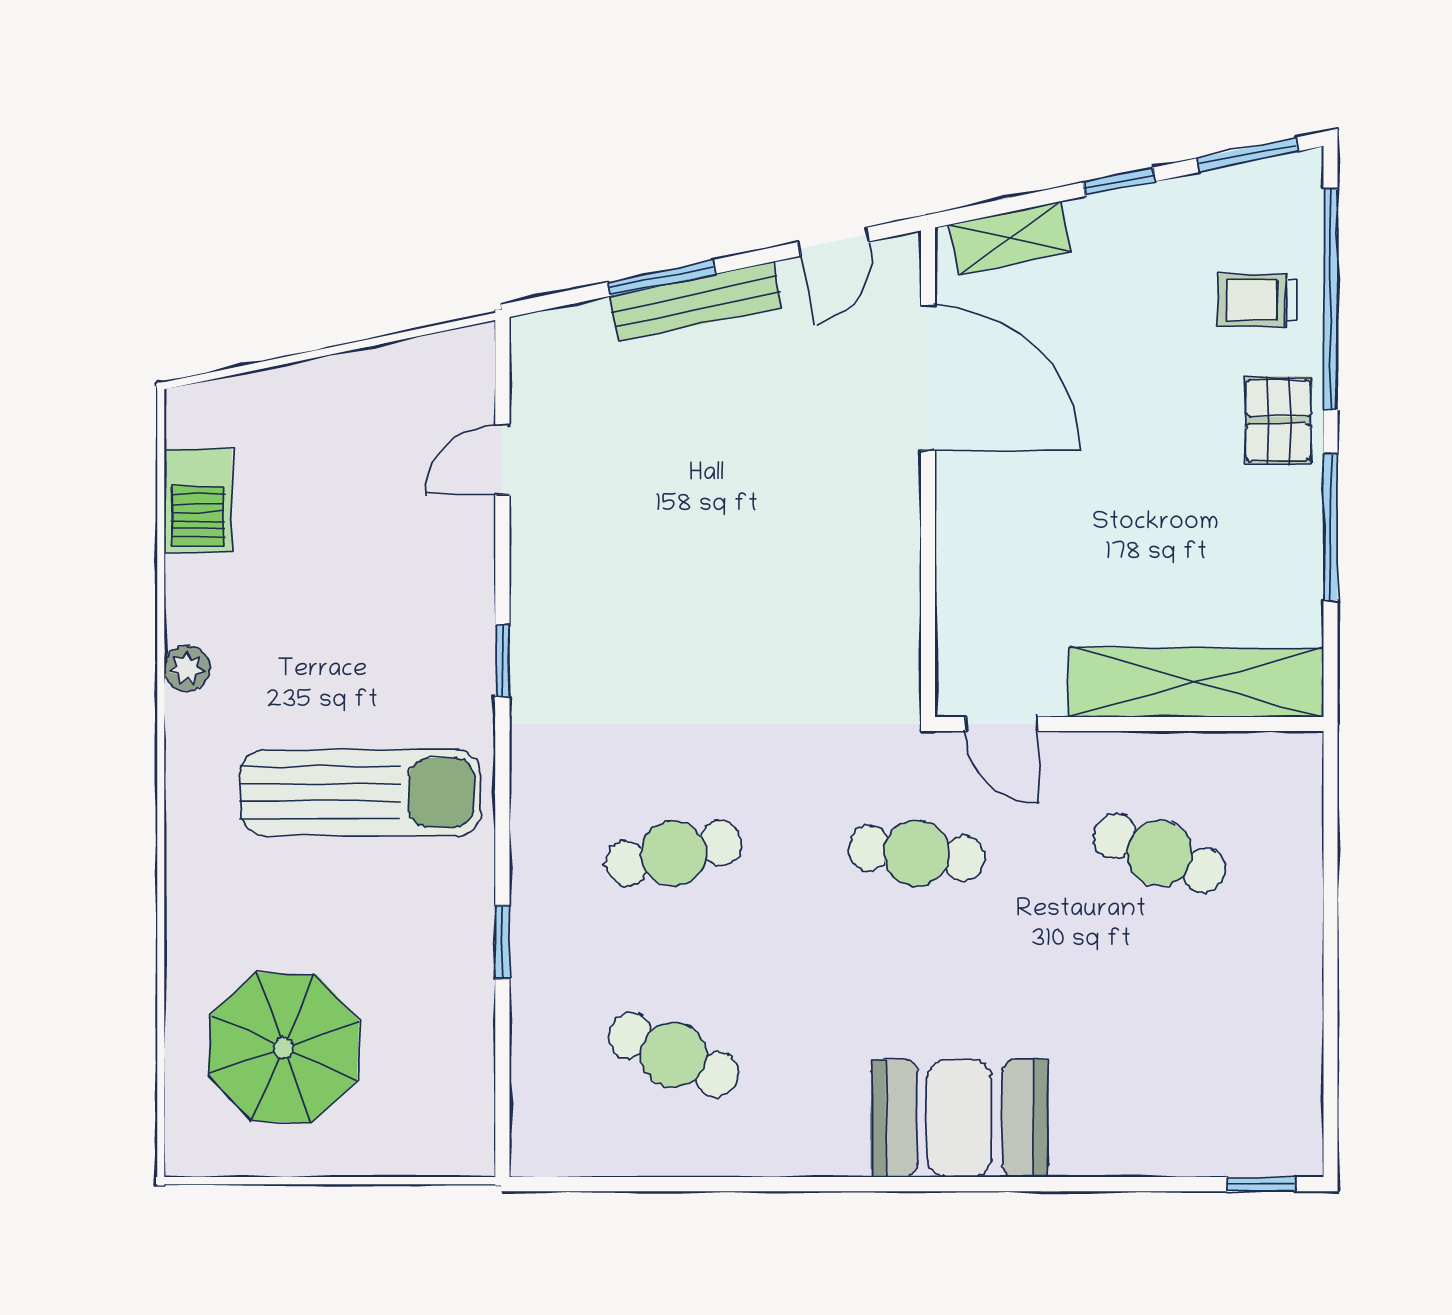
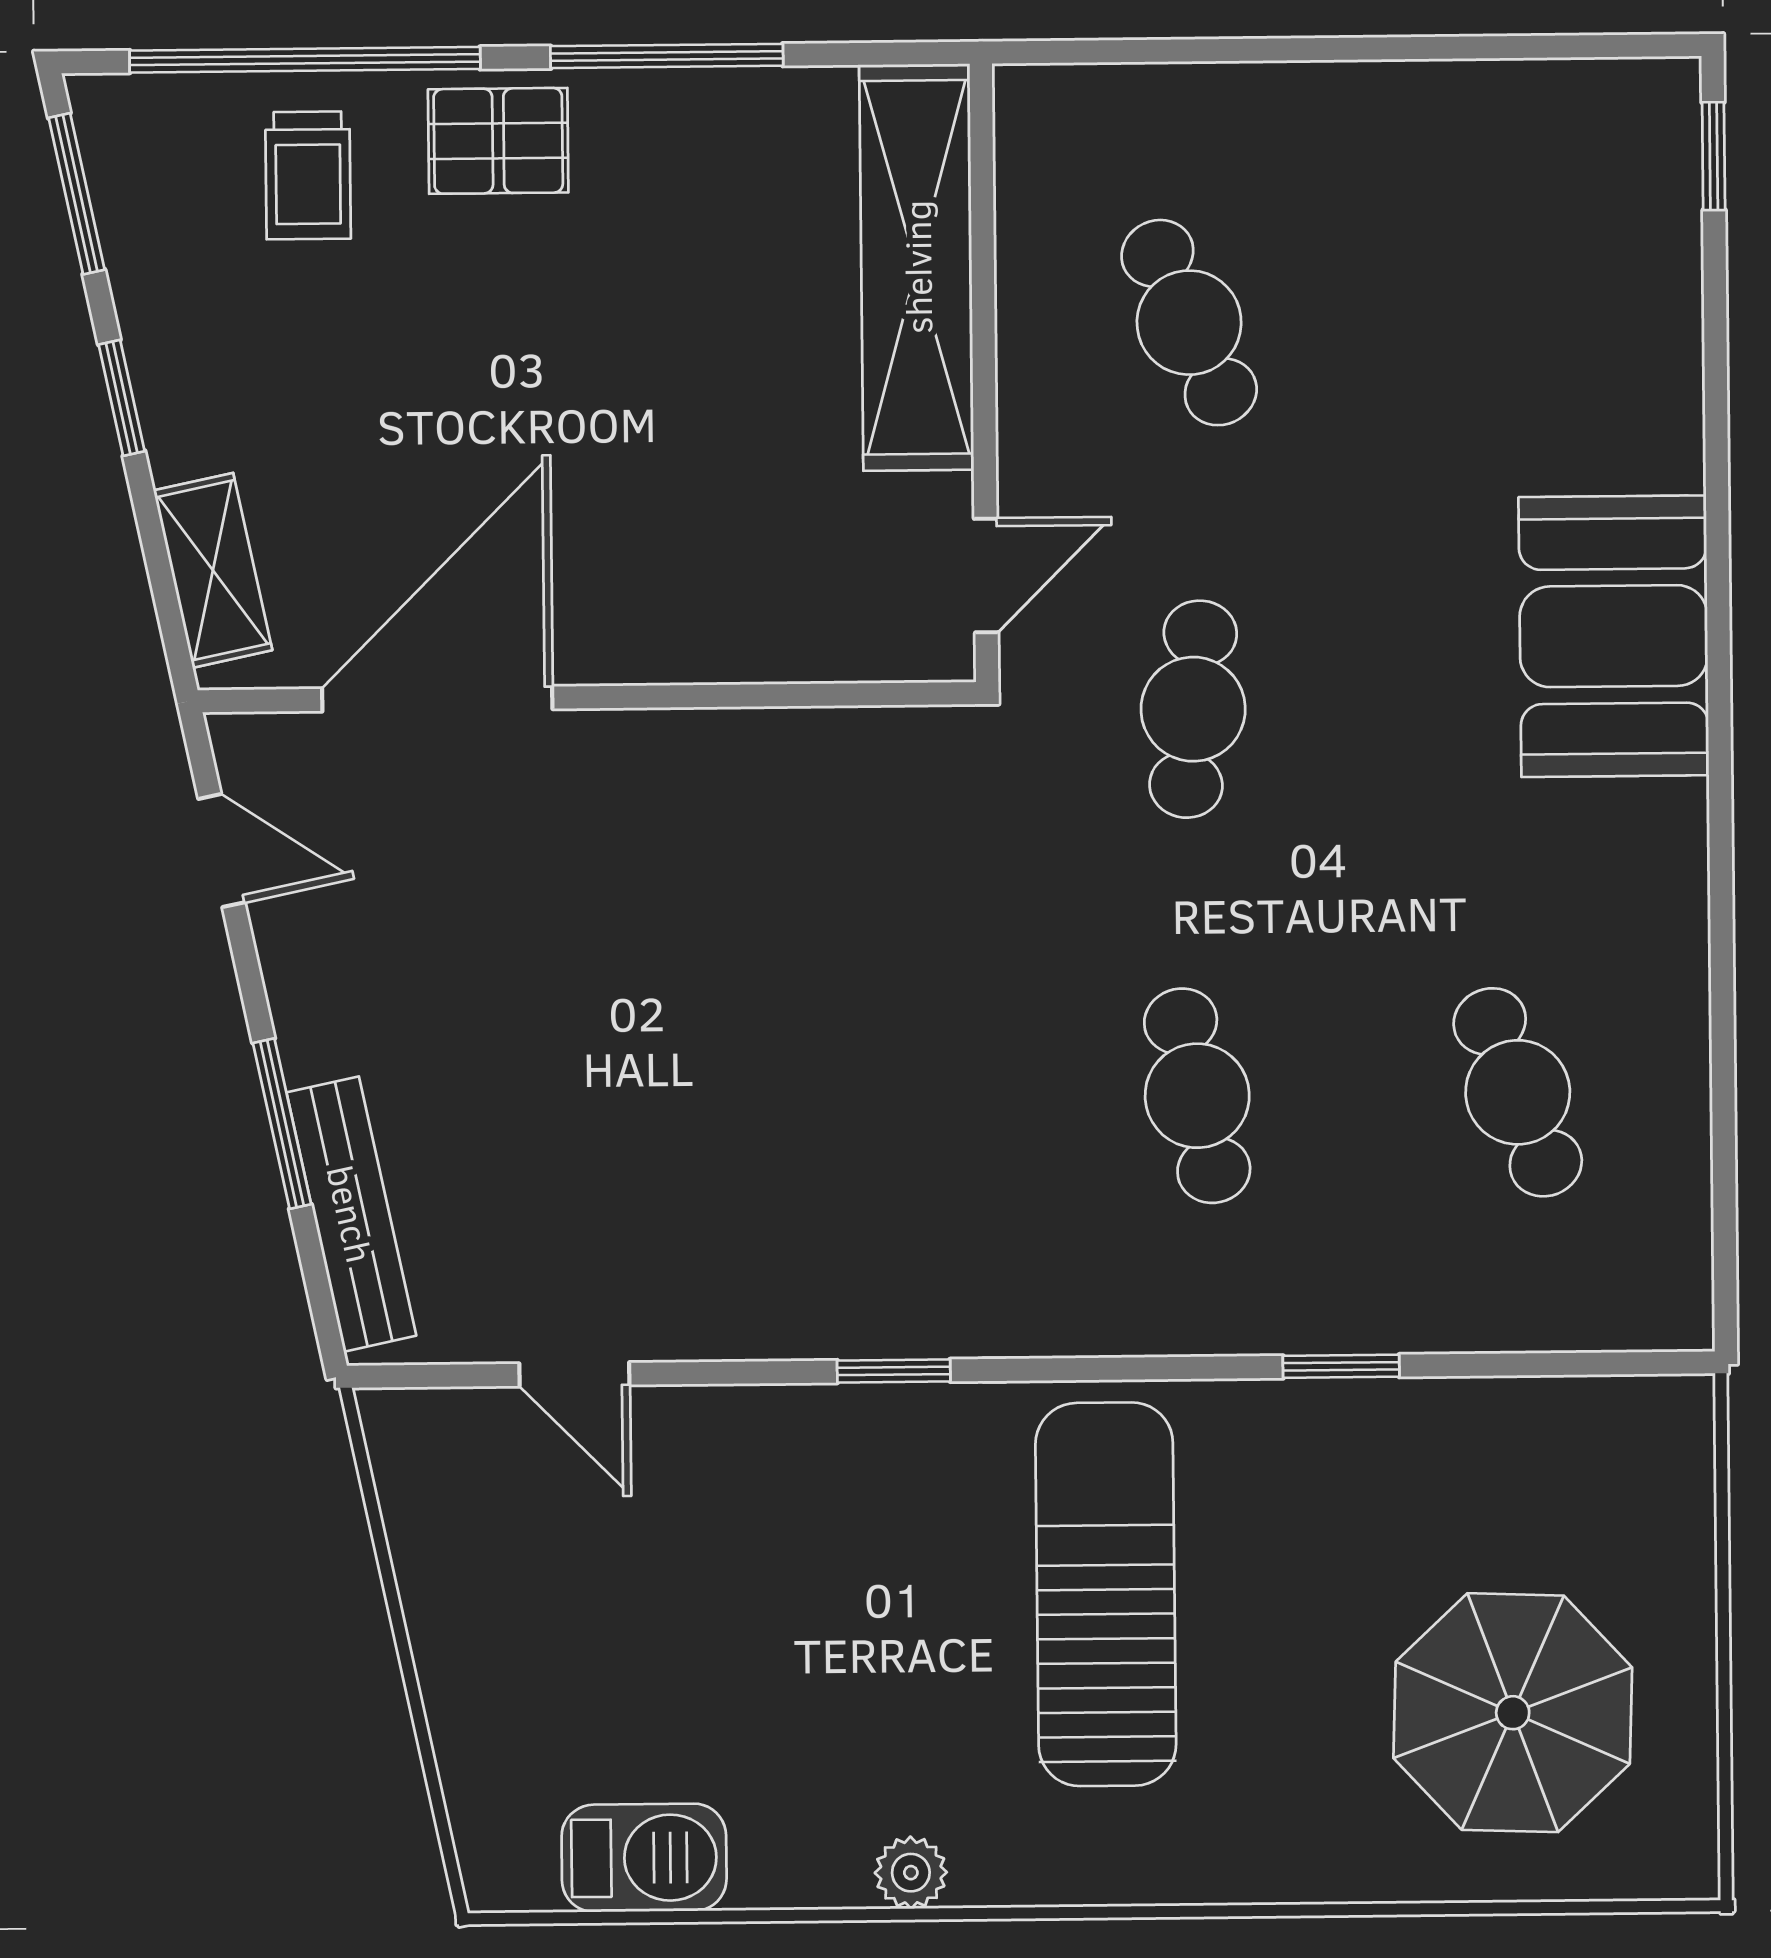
bench: (696, 302) -> (351, 1214), moved
cafe table: (1159, 853) -> (1189, 323), turned -45
cafe table: (673, 1055) -> (1518, 1092), turned -45

